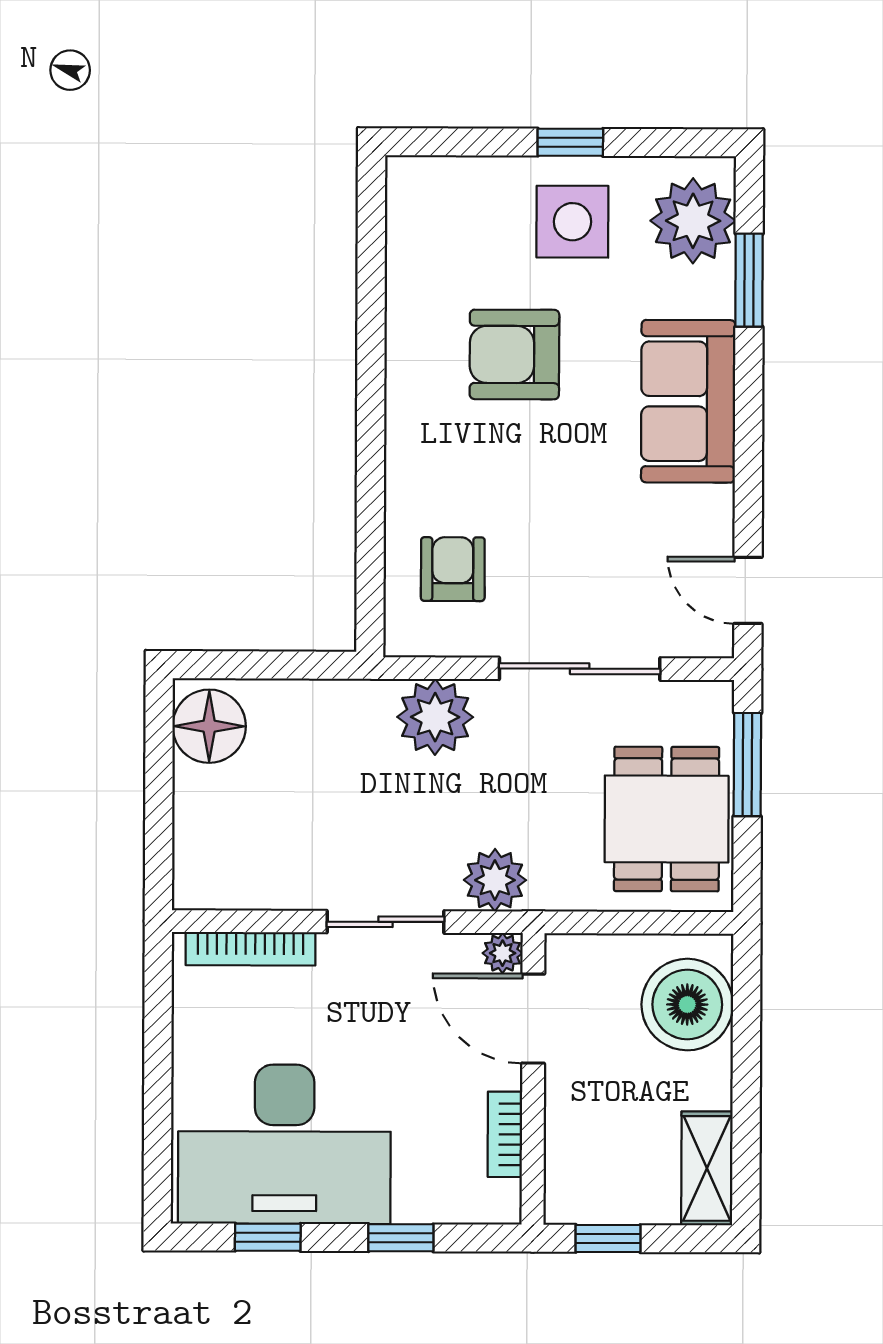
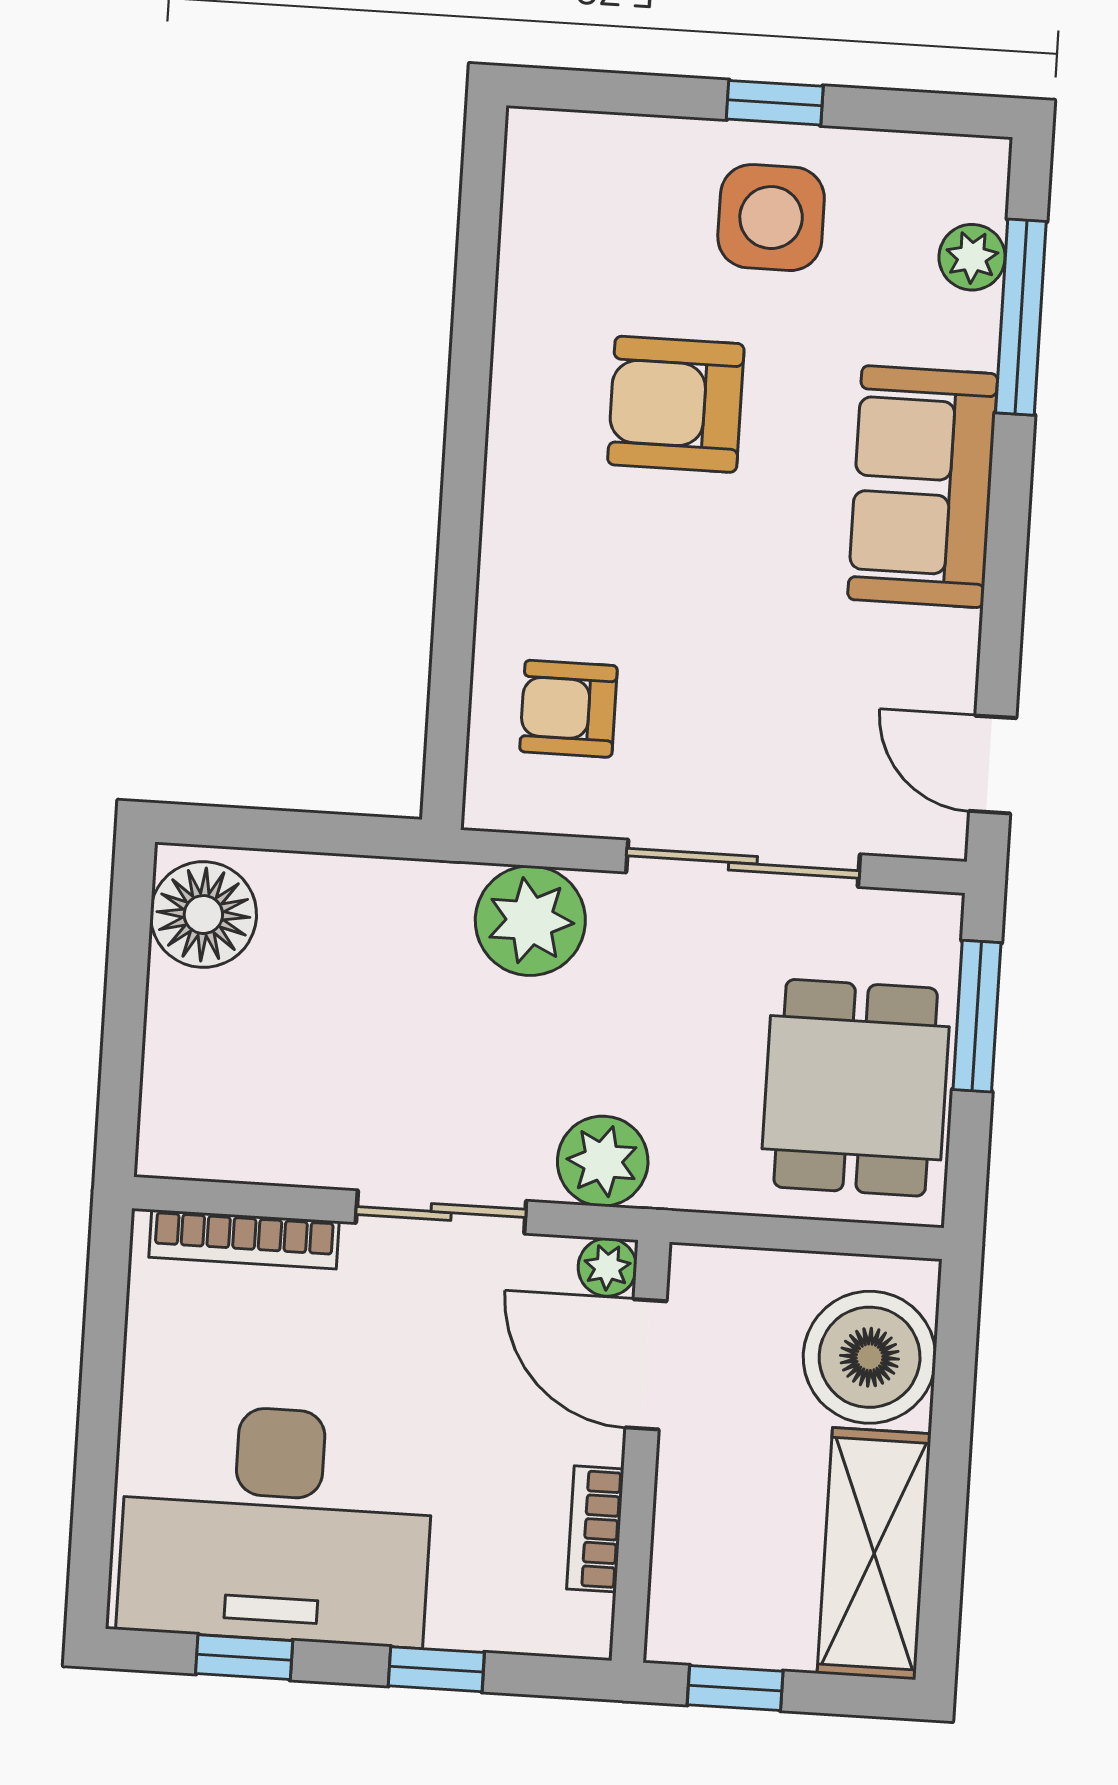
plant: (693, 221) -> (972, 257), width x0.53, depth x0.53
window: (749, 280) -> (1021, 317), width x1.44
armchair: (453, 569) -> (568, 709), turned -90
shelving: (707, 1168) -> (874, 1554), width x1.50, depth x1.33

